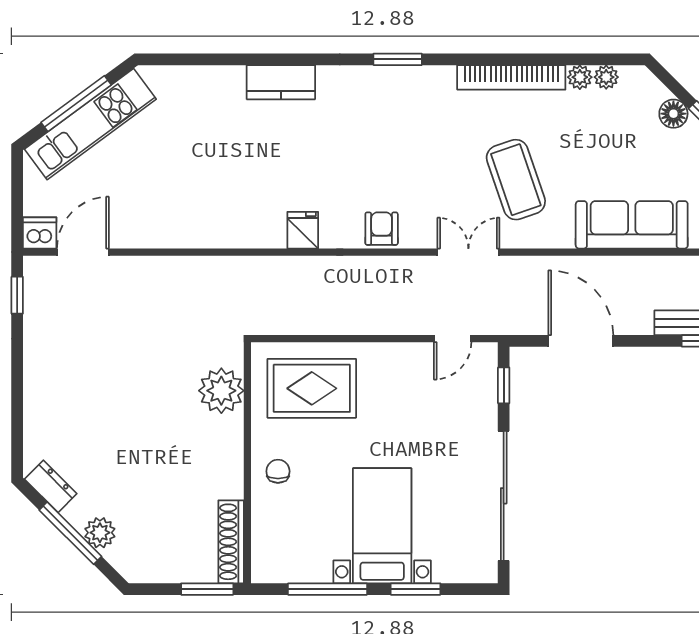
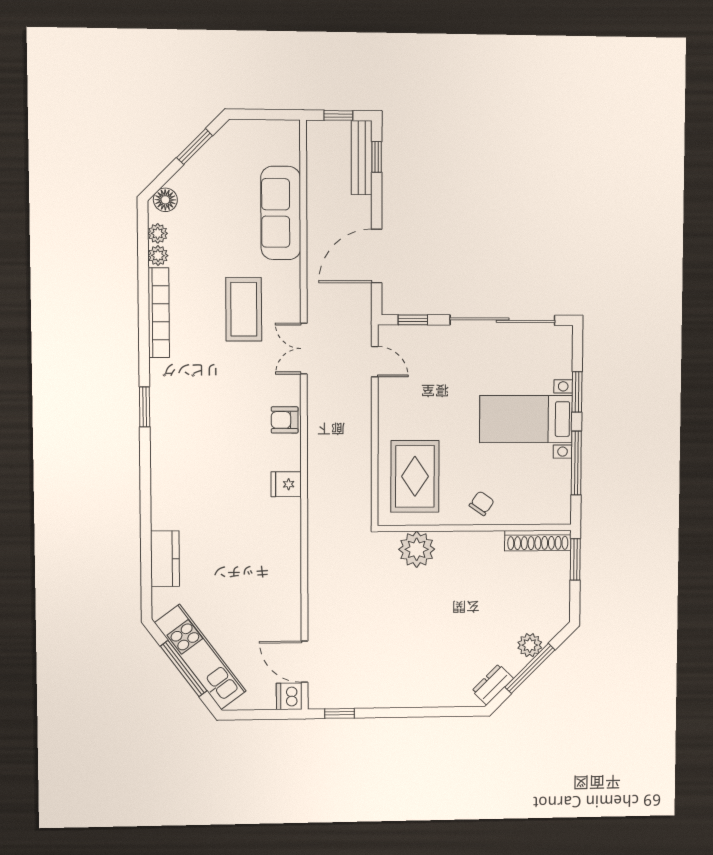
kitchen counter: (281, 82) -> (165, 559), moved
floor lamp: (673, 114) -> (165, 200), moved
coffee table: (516, 180) -> (244, 309), turned -71
chair: (278, 471) -> (482, 503), turned 125

